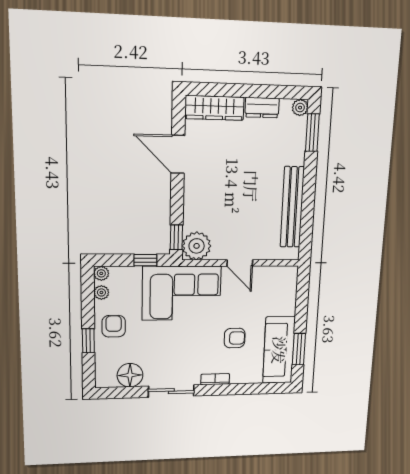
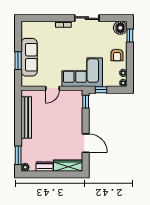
plant: (197, 246) -> (75, 97), removed
door: (240, 263) -> (52, 88), swing flipped
armchair: (235, 338) -> (54, 47), removed
window: (88, 341) -> (130, 35), moved
window: (299, 349) -> (18, 61), moved
sofa: (279, 350) -> (29, 57), moved
floor lamp: (130, 375) -> (120, 28), moved

